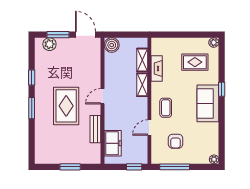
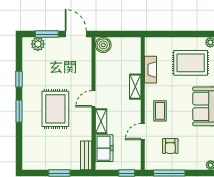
shelving: (142, 60) -> (101, 121), moved
rug: (195, 62) -> (191, 63), width x1.36, depth x1.43
bench: (95, 129) -> (86, 155), moved

